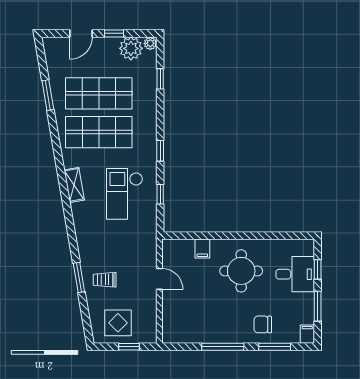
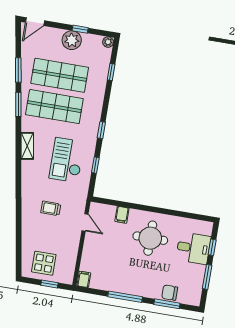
door: (81, 33) -> (35, 22), moved
plant: (131, 48) -> (72, 40), moved
window: (79, 277) -> (18, 104), moved
door: (159, 279) -> (85, 222), moved
trolley: (105, 280) -> (51, 208), moved
chair: (263, 324) -> (170, 293), moved
filing cabinet: (307, 334) -> (84, 279), moved

